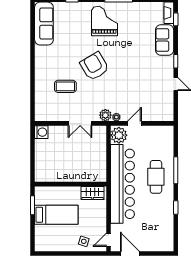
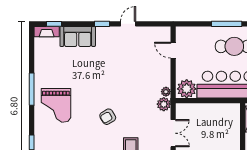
grand piano: (104, 21) -> (56, 105), turned -90
armchair: (94, 66) -> (108, 117), width x0.53, depth x0.53
door: (135, 123) -> (173, 50), moved

